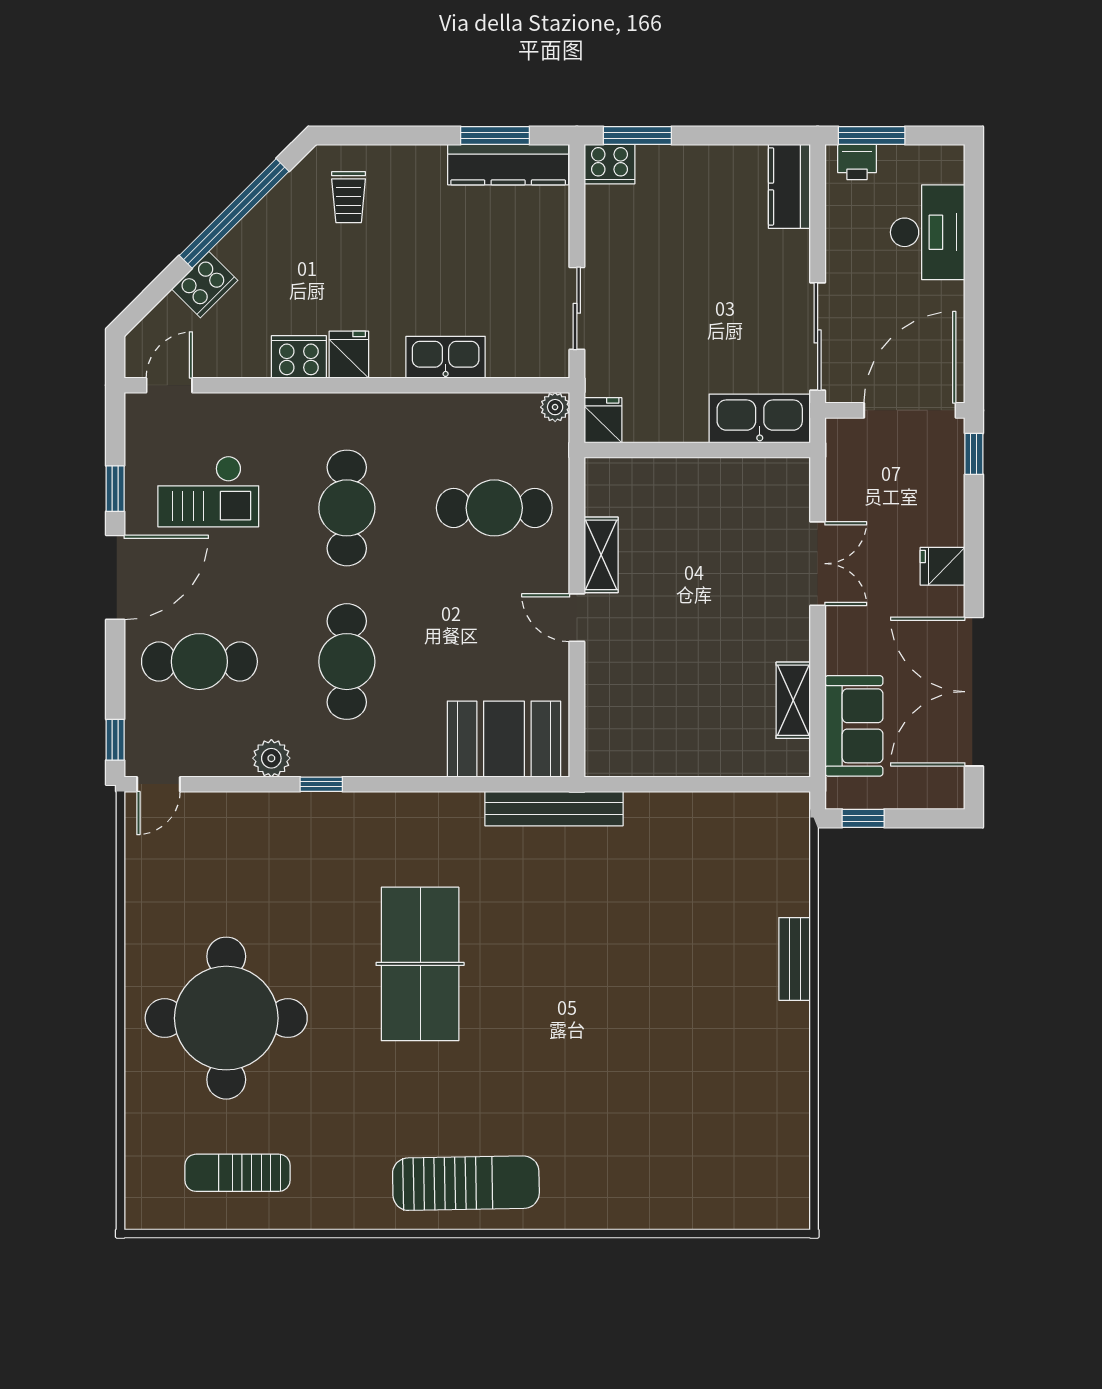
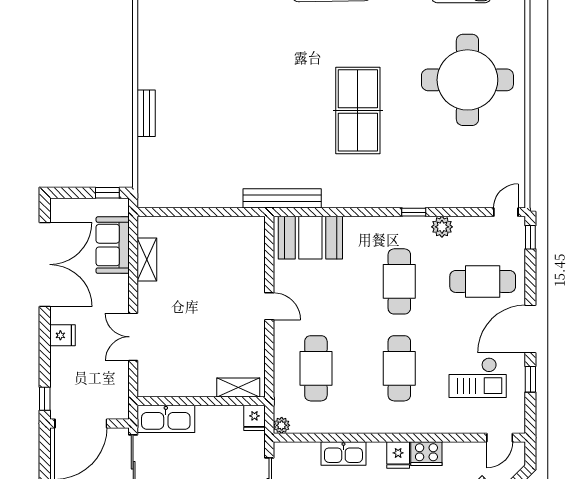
checkout: (208, 491) -> (478, 378), turned 180
cafe table: (494, 508) -> (316, 368), turned 90
shelving: (601, 555) -> (238, 387), moved, turned 90

